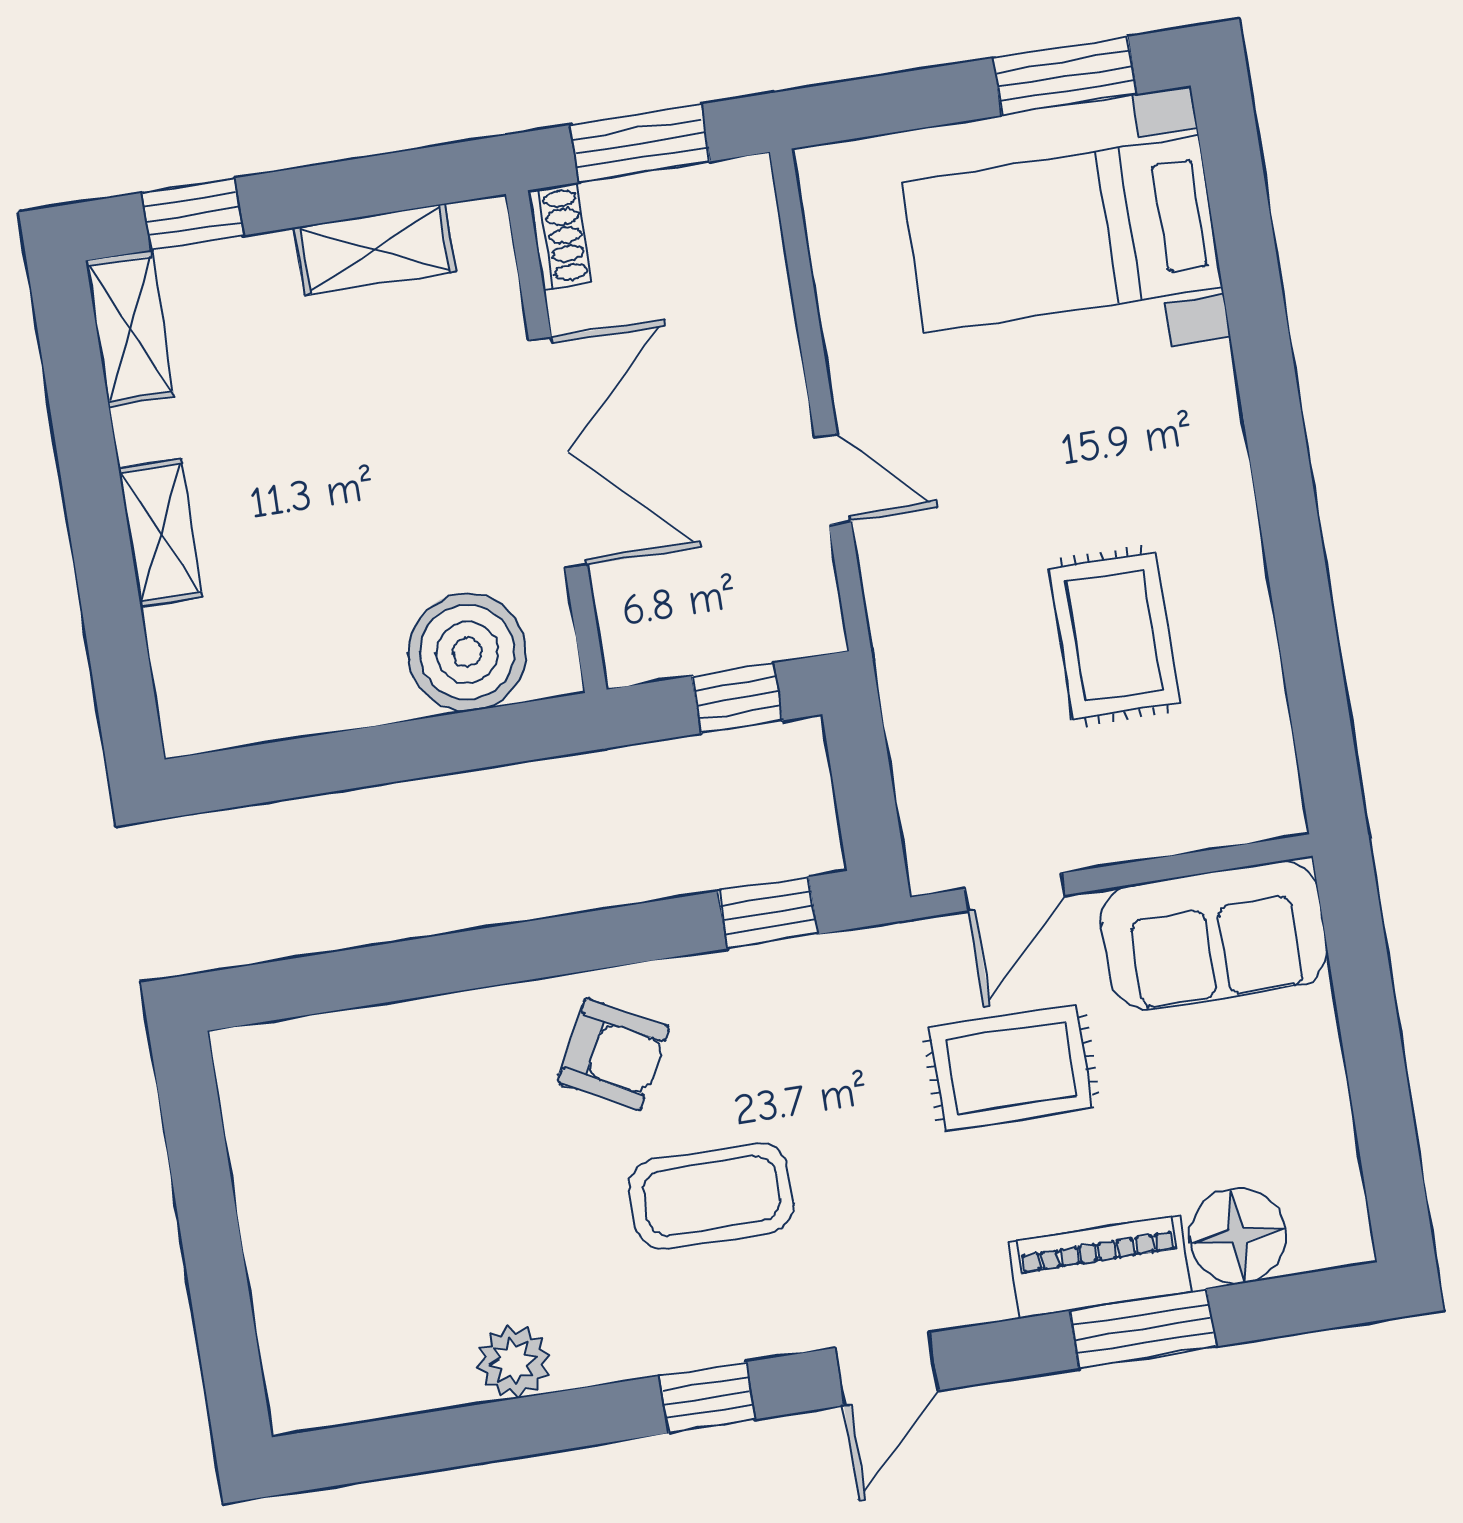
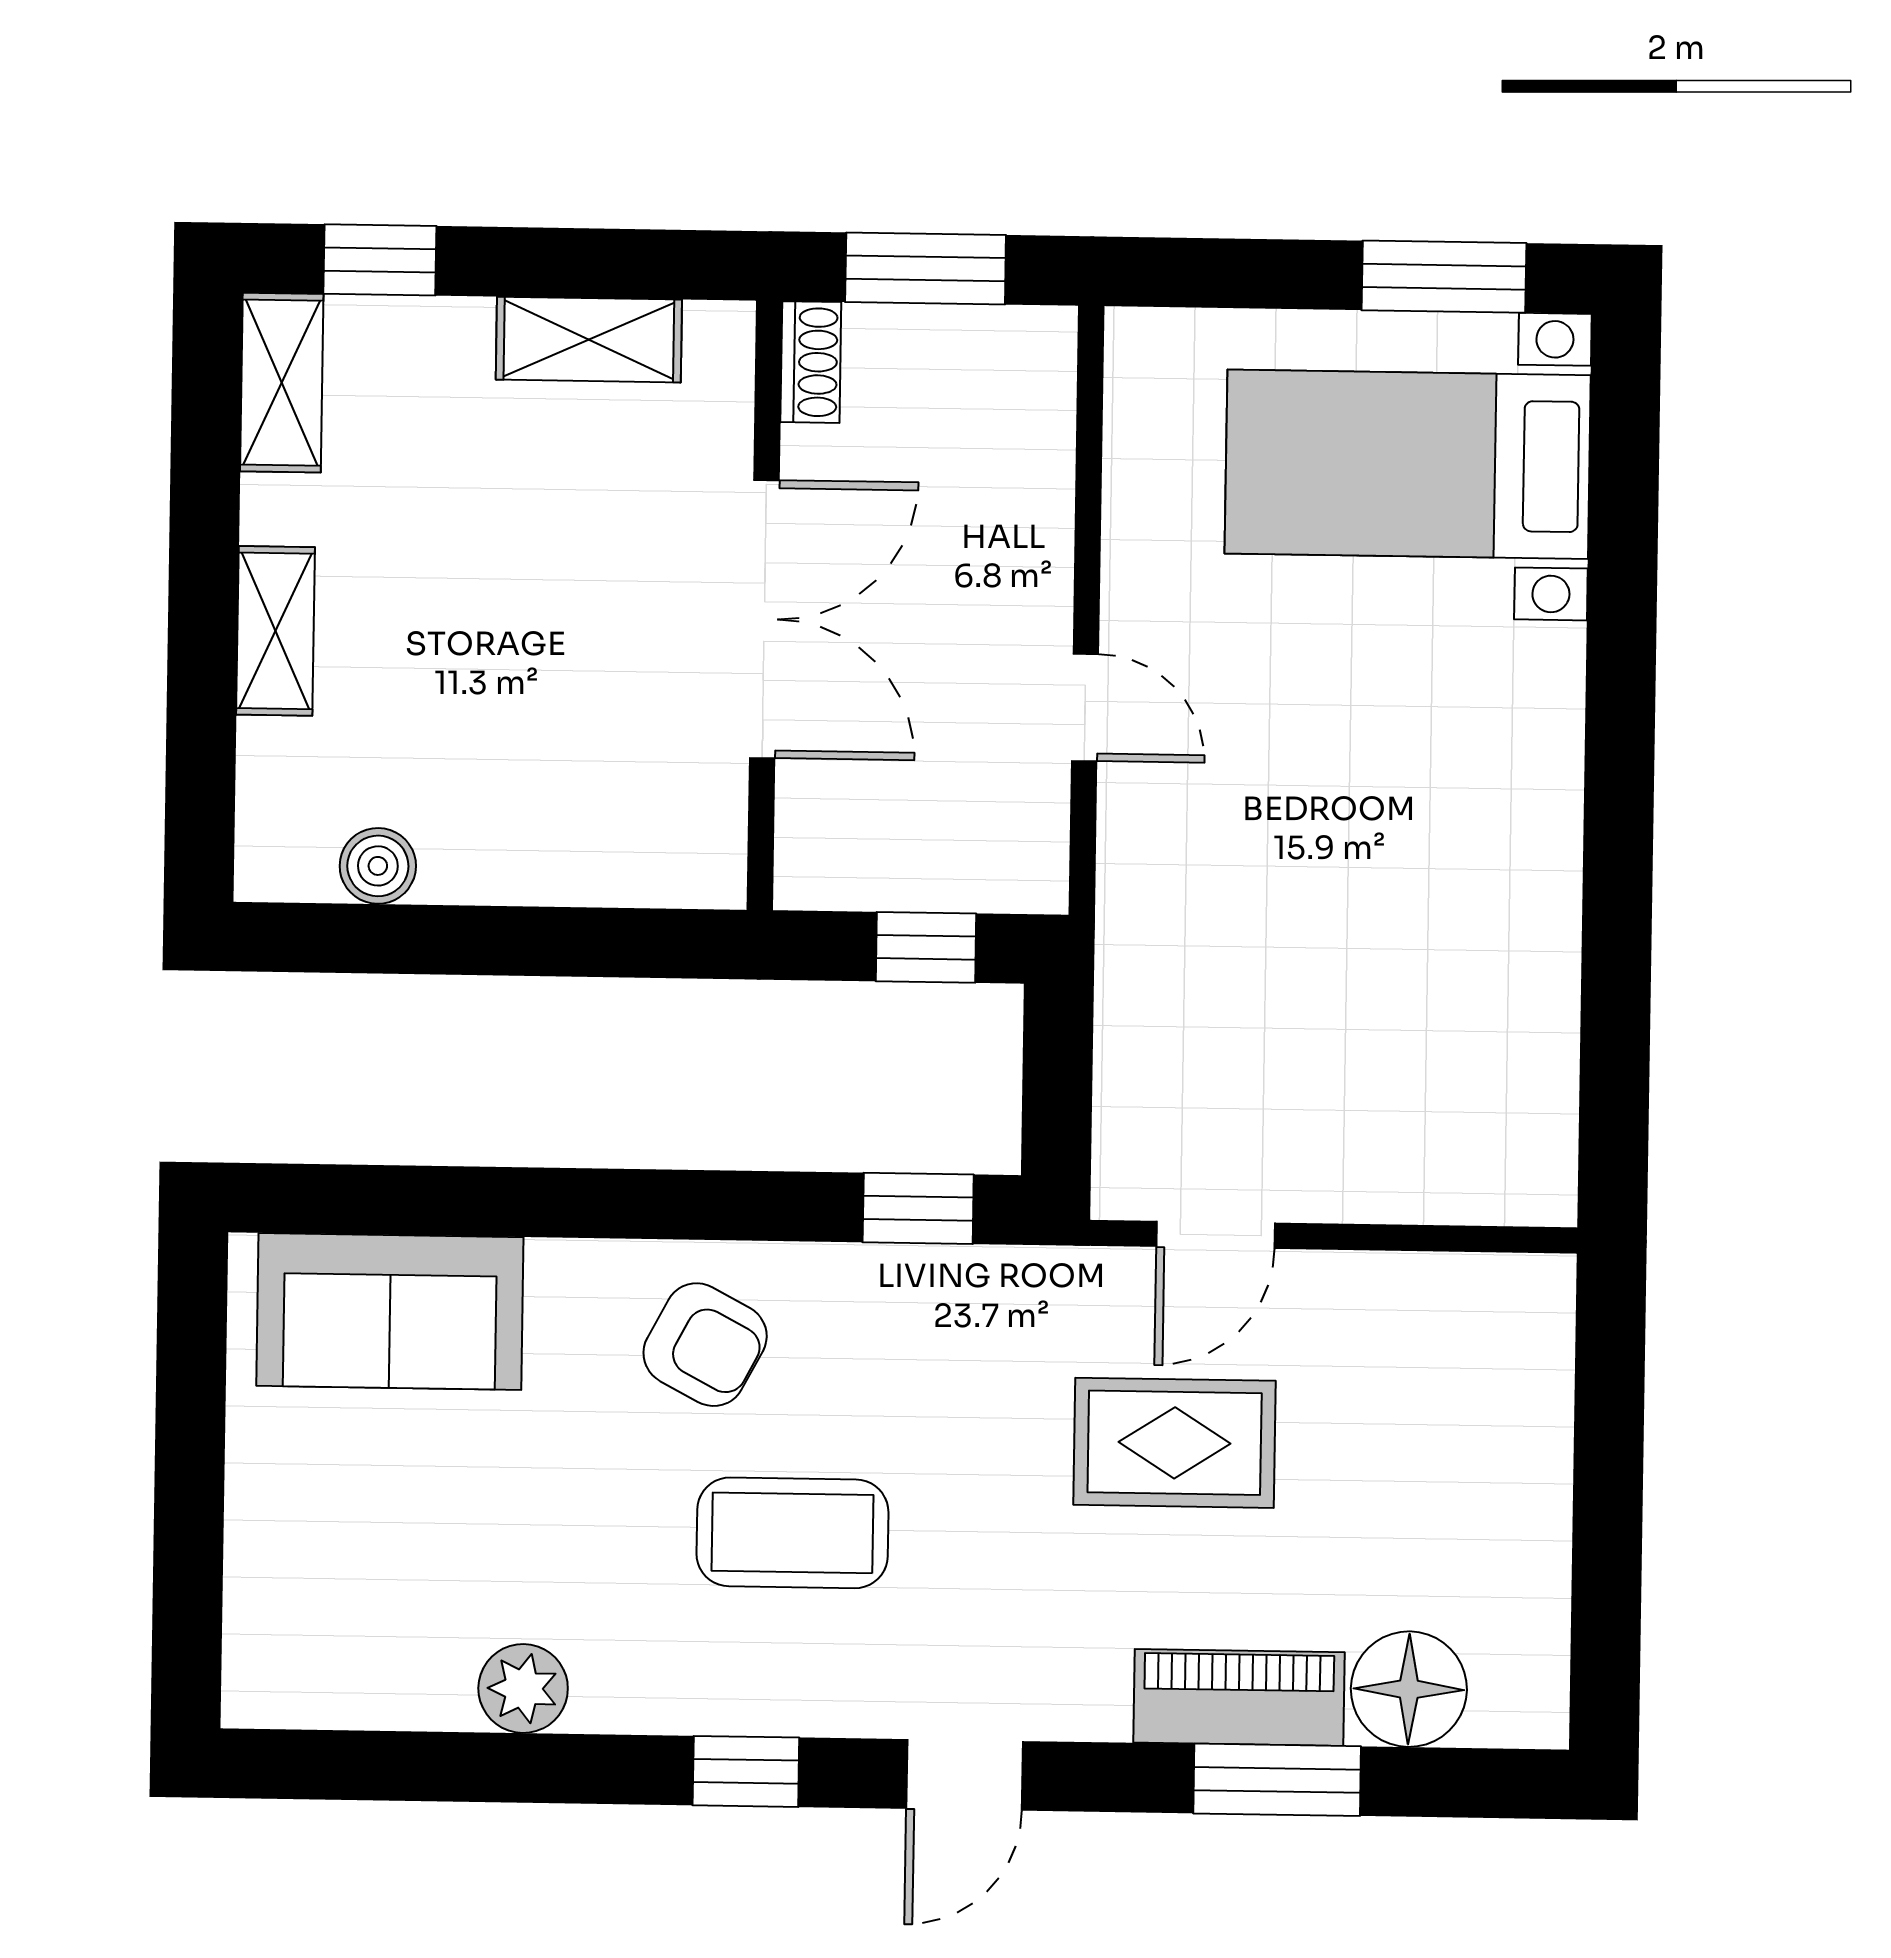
rug: (1114, 636) -> (1386, 951), removed
boiler: (467, 652) -> (378, 866), moved, width x0.54, depth x0.54
sofa: (1214, 936) -> (390, 1312), moved

